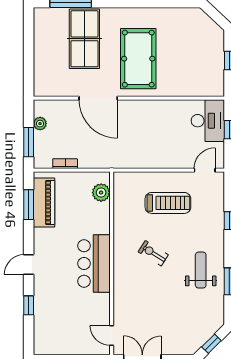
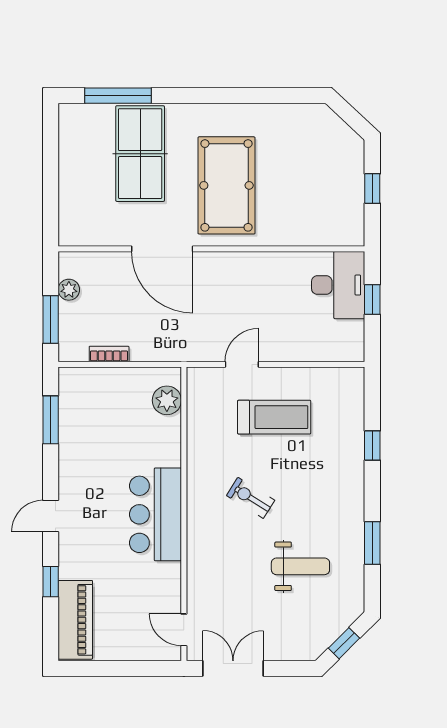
door: (205, 170) -> (242, 364), moved
piano: (44, 202) -> (75, 620), moved
weight bench: (201, 270) -> (300, 566), moved, turned 90

